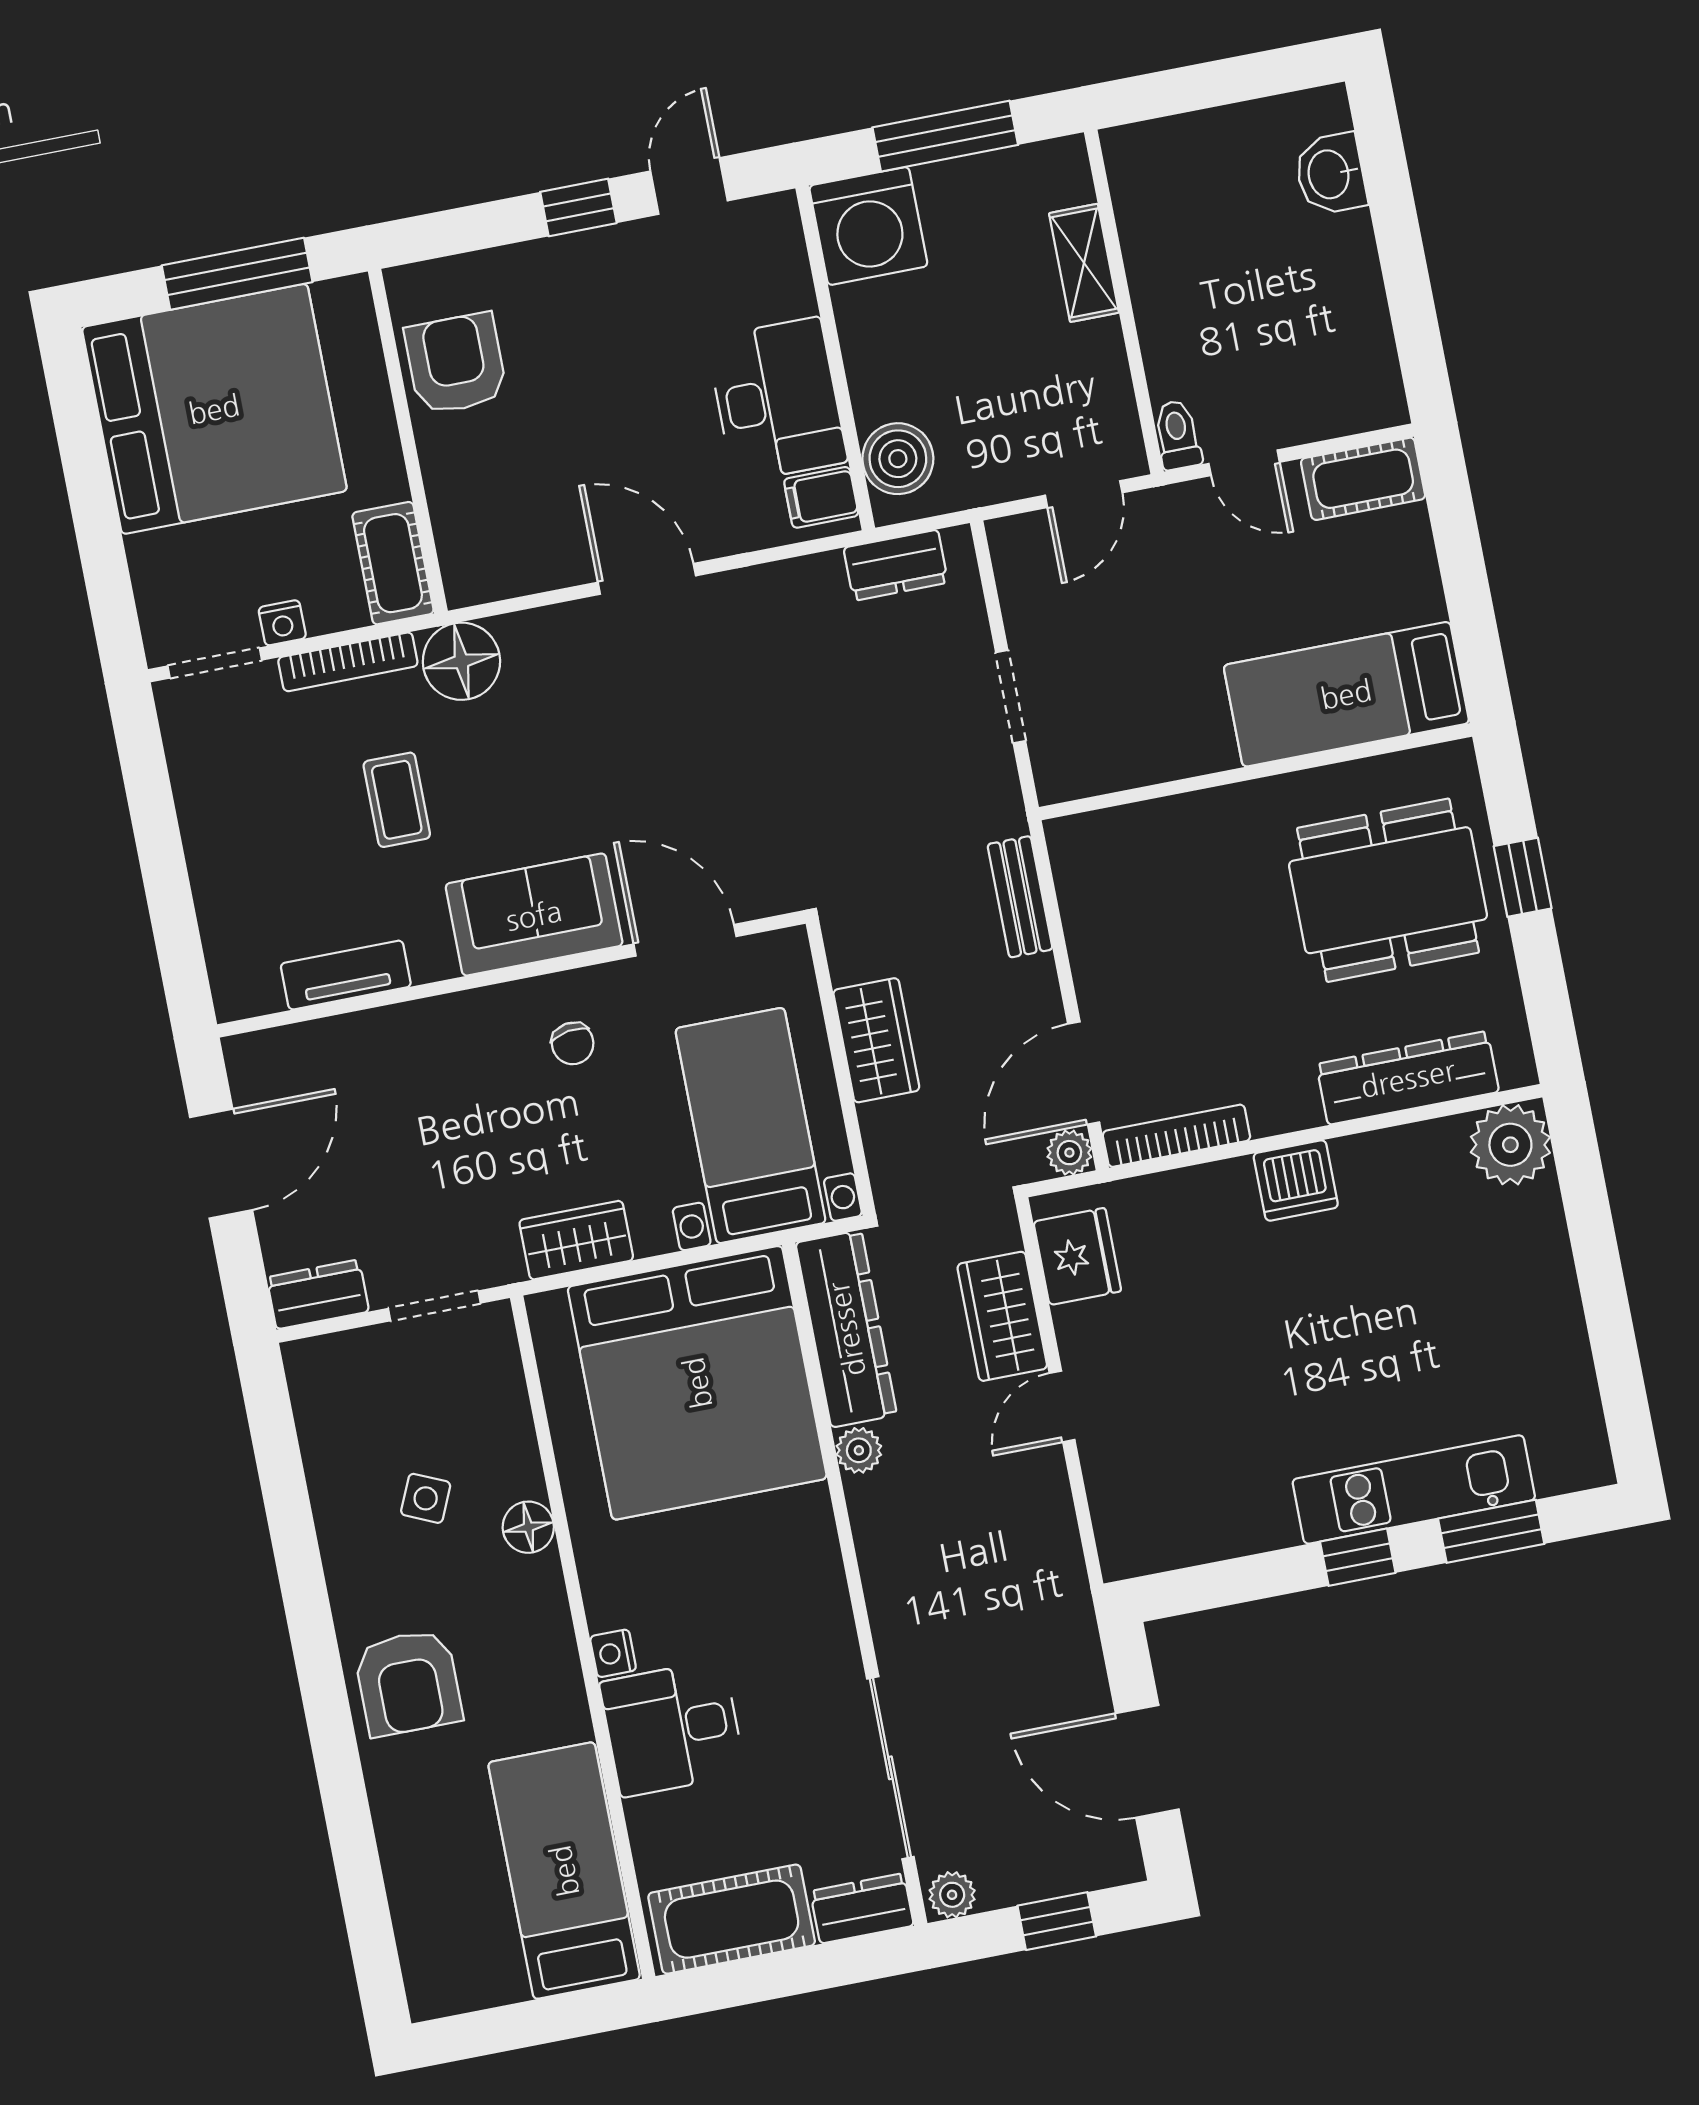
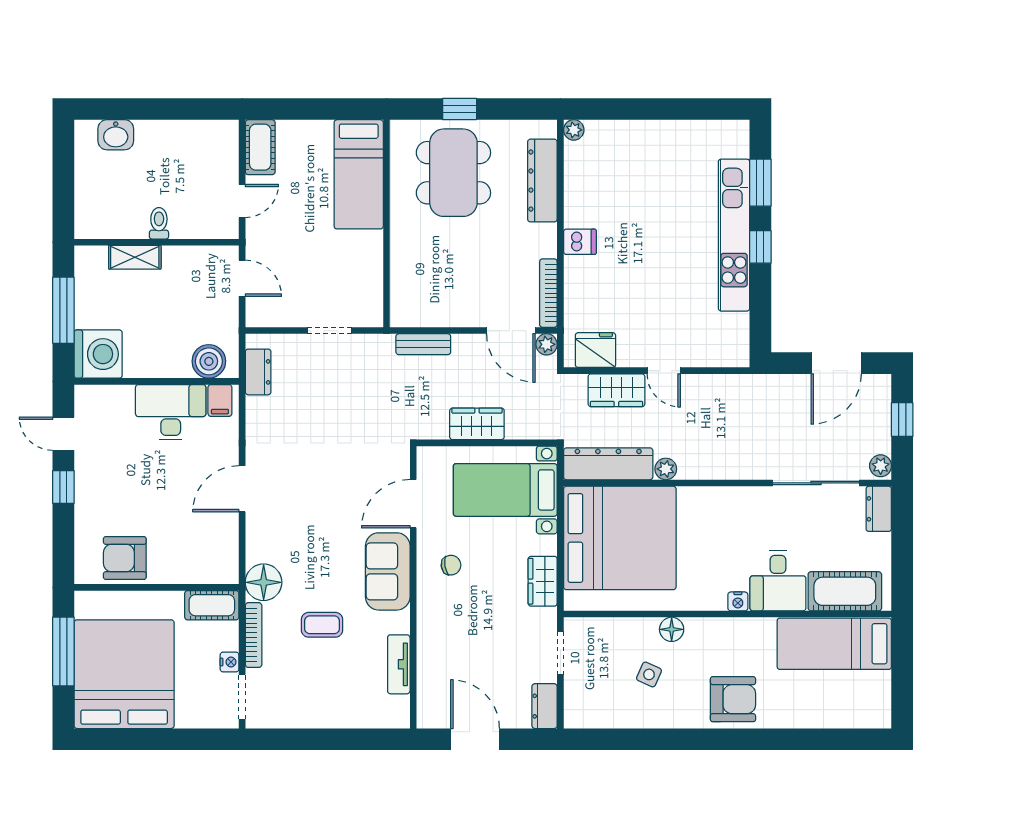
toilet: (1178, 435) -> (159, 223), moved, turned 90
plant: (1510, 1145) -> (574, 130), width x0.53, depth x0.53
dishwasher: (1296, 1181) -> (580, 242), width x0.73
kitchen unit: (1414, 1489) -> (734, 235), width x1.36
cot: (732, 1919) -> (845, 591), moved, turned 90

